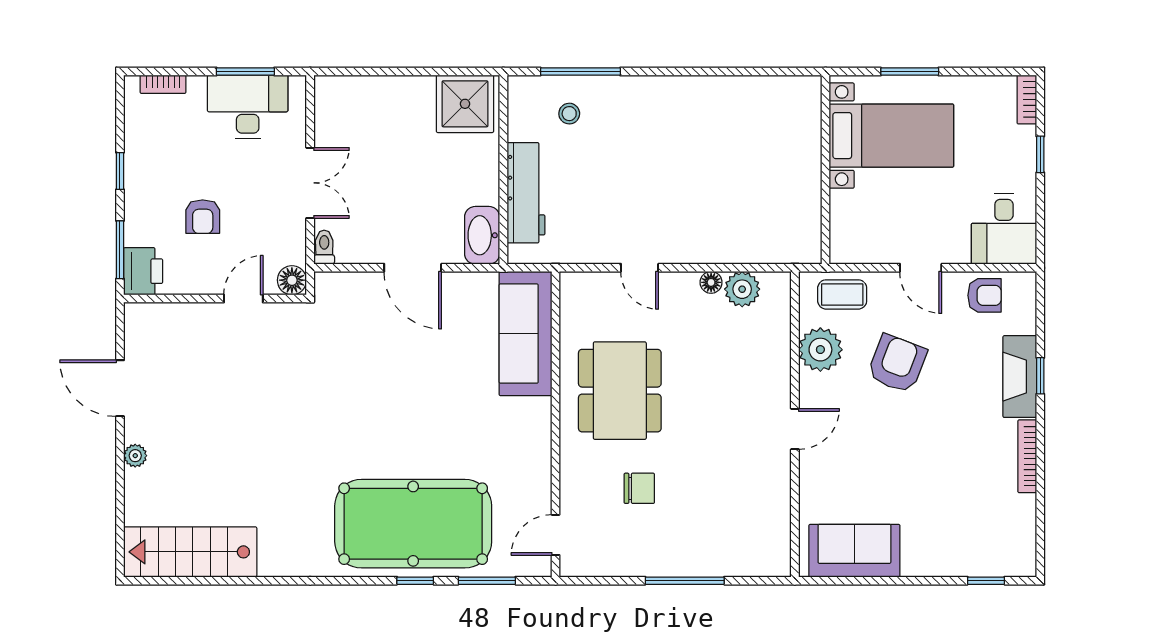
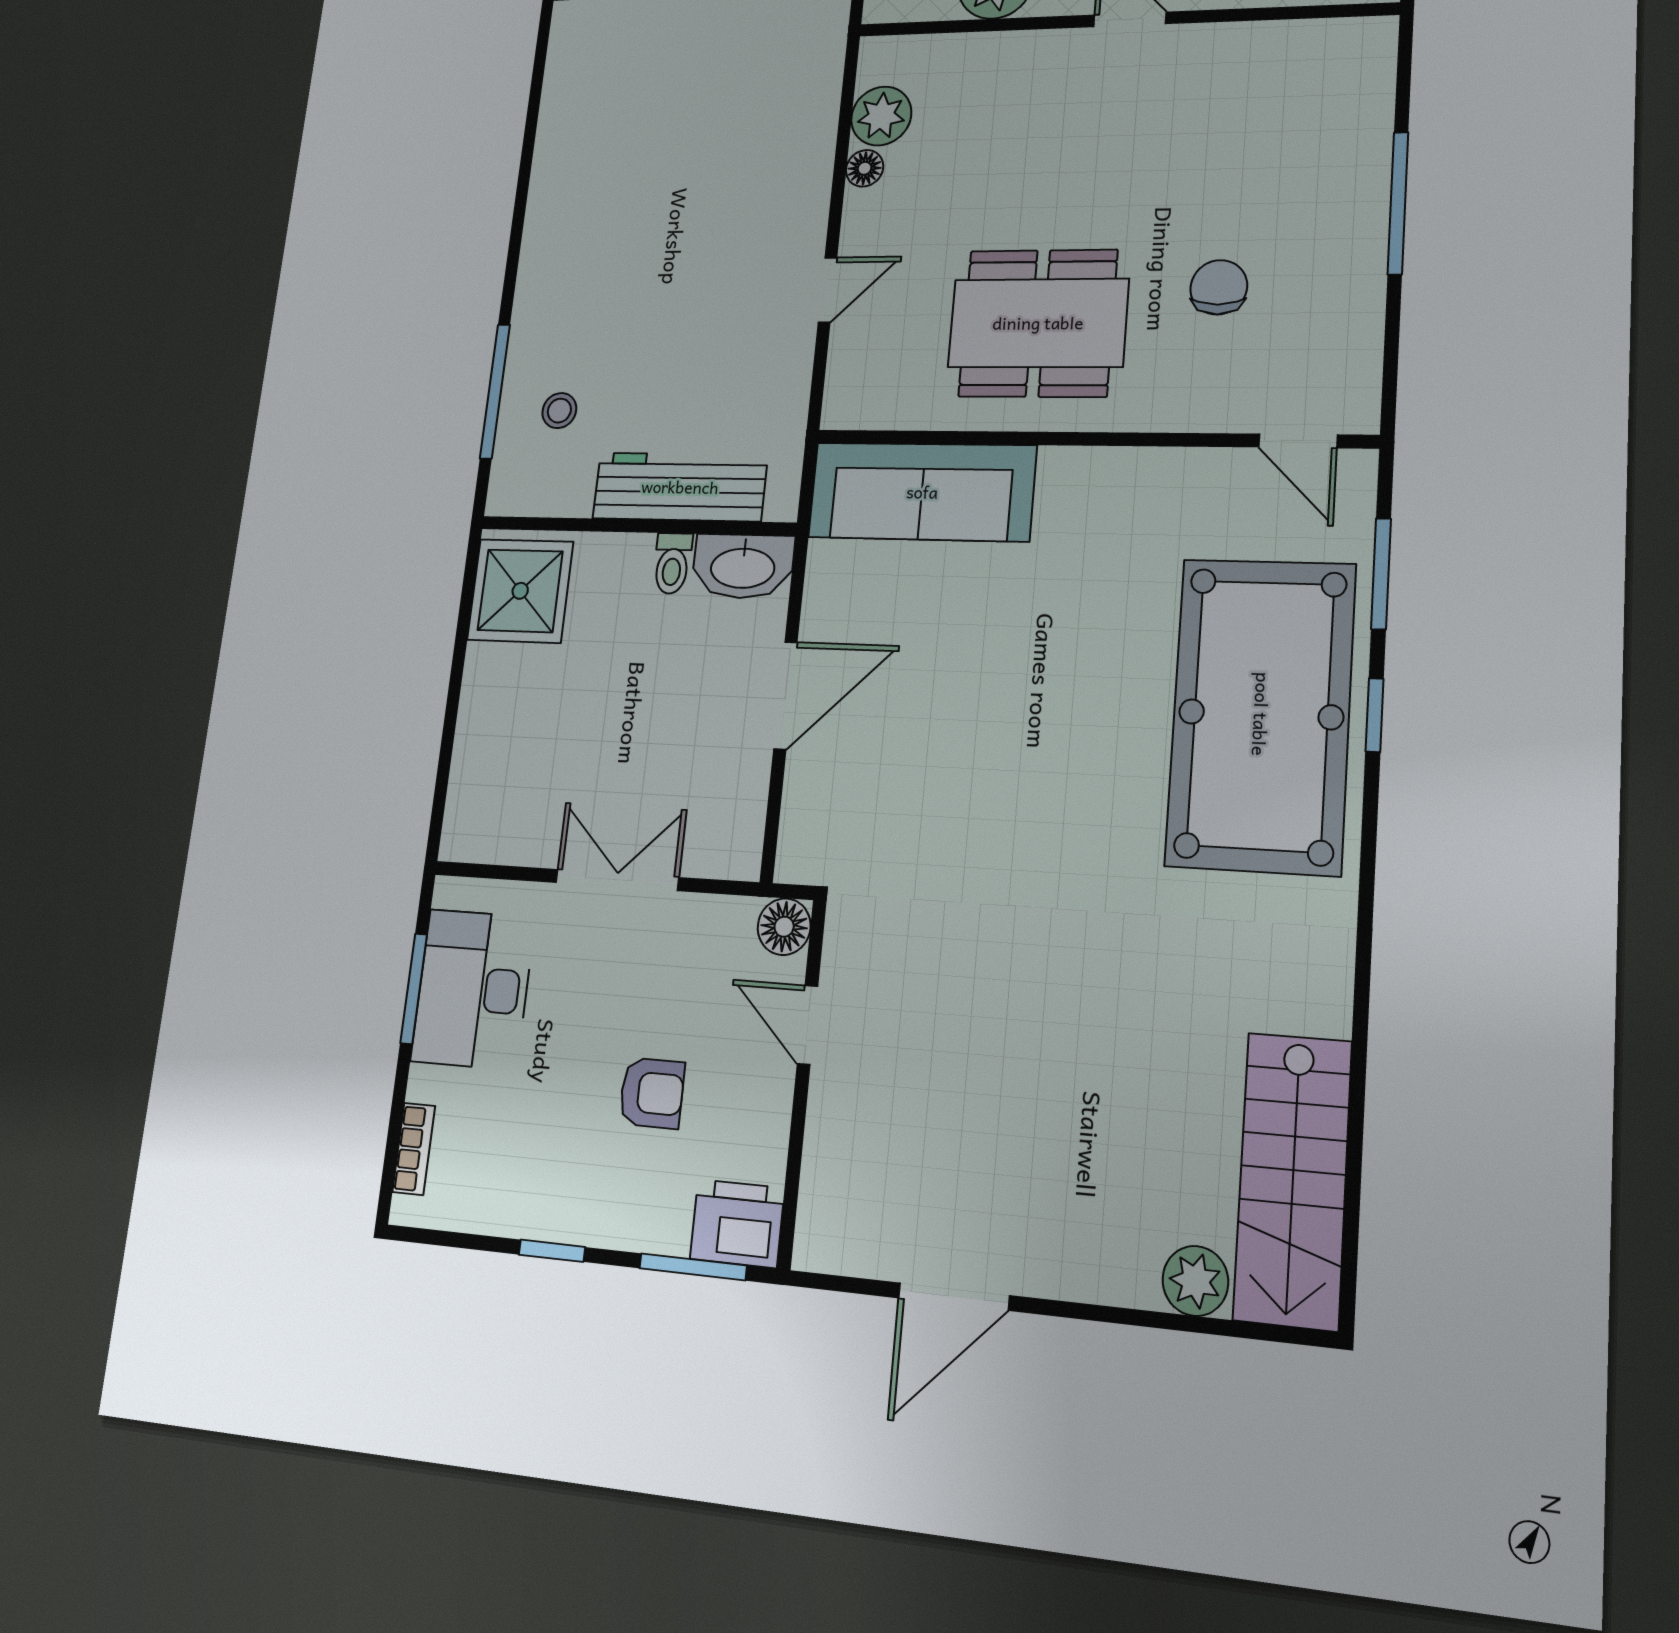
toilet: (324, 247) -> (672, 563), moved, turned -90
plant: (135, 456) -> (1195, 1281), moved, width x1.38, depth x1.38

